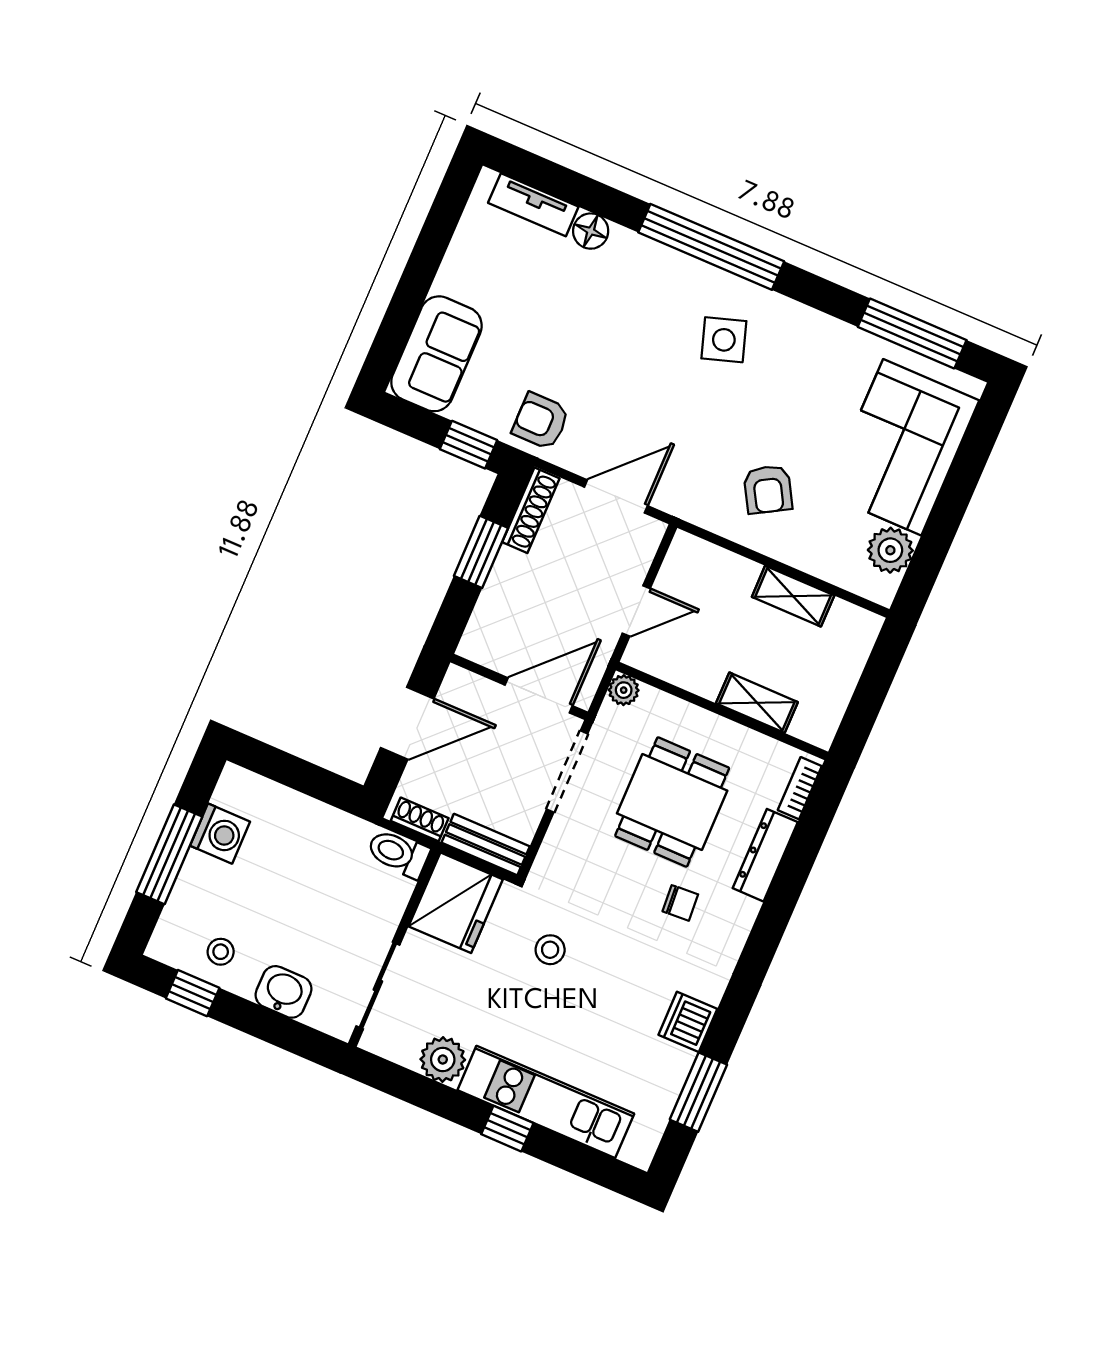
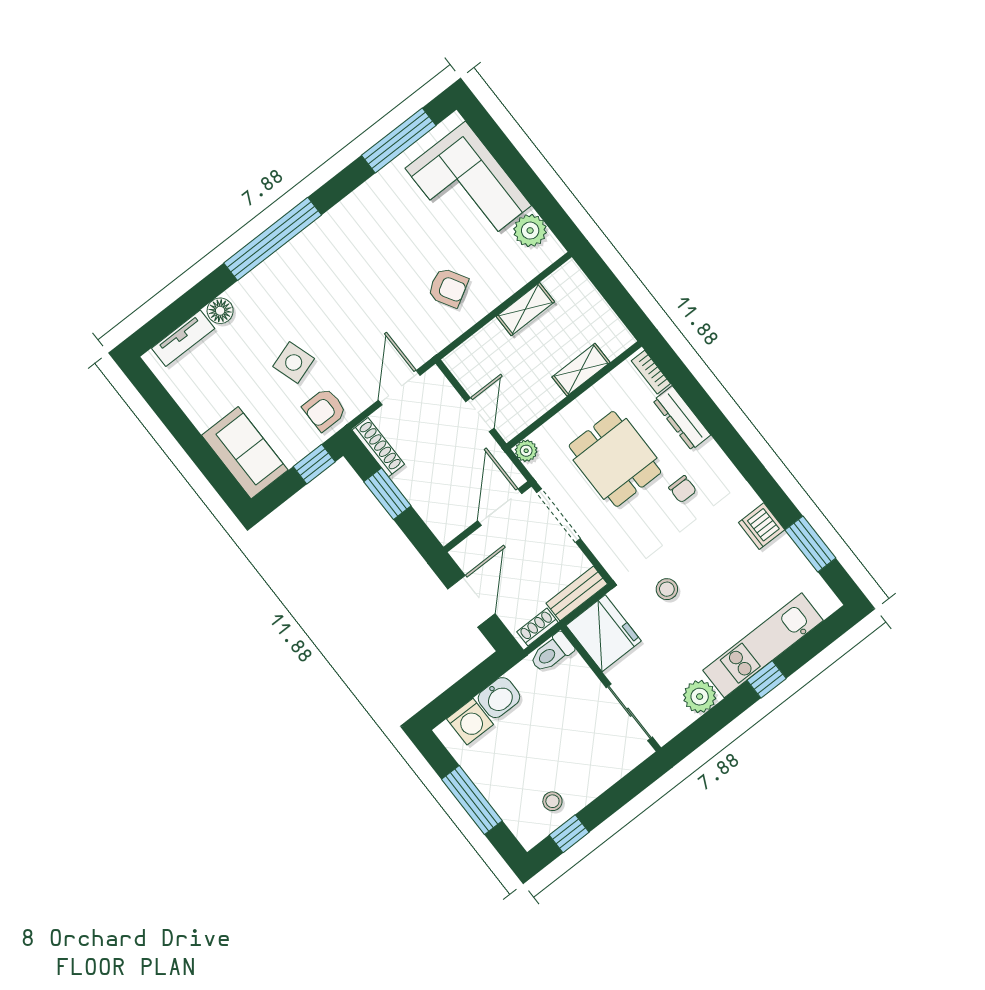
side table: (724, 340) -> (294, 363), moved
washing machine: (220, 834) -> (470, 722), moved, turned 90
chair: (680, 903) -> (683, 489), turned 94
washbasin: (284, 992) -> (499, 698), moved, turned 180

